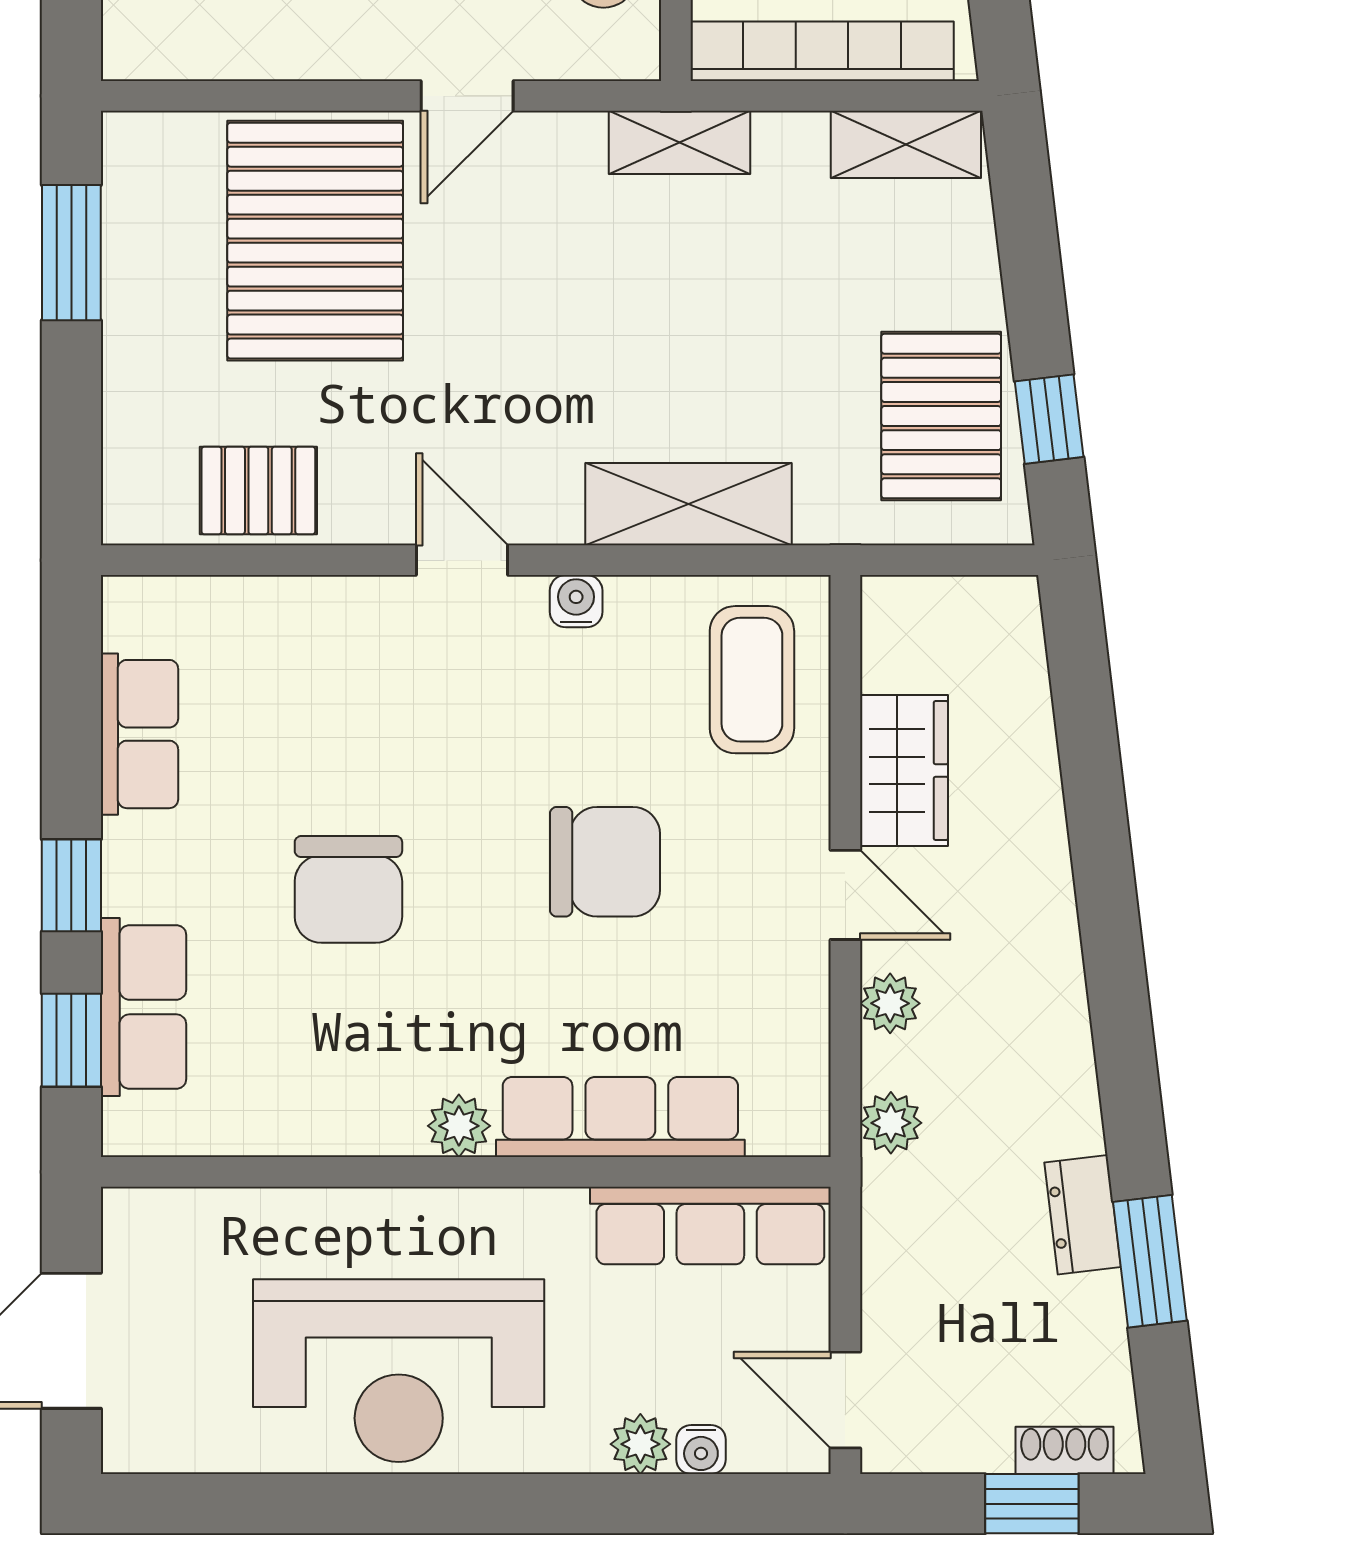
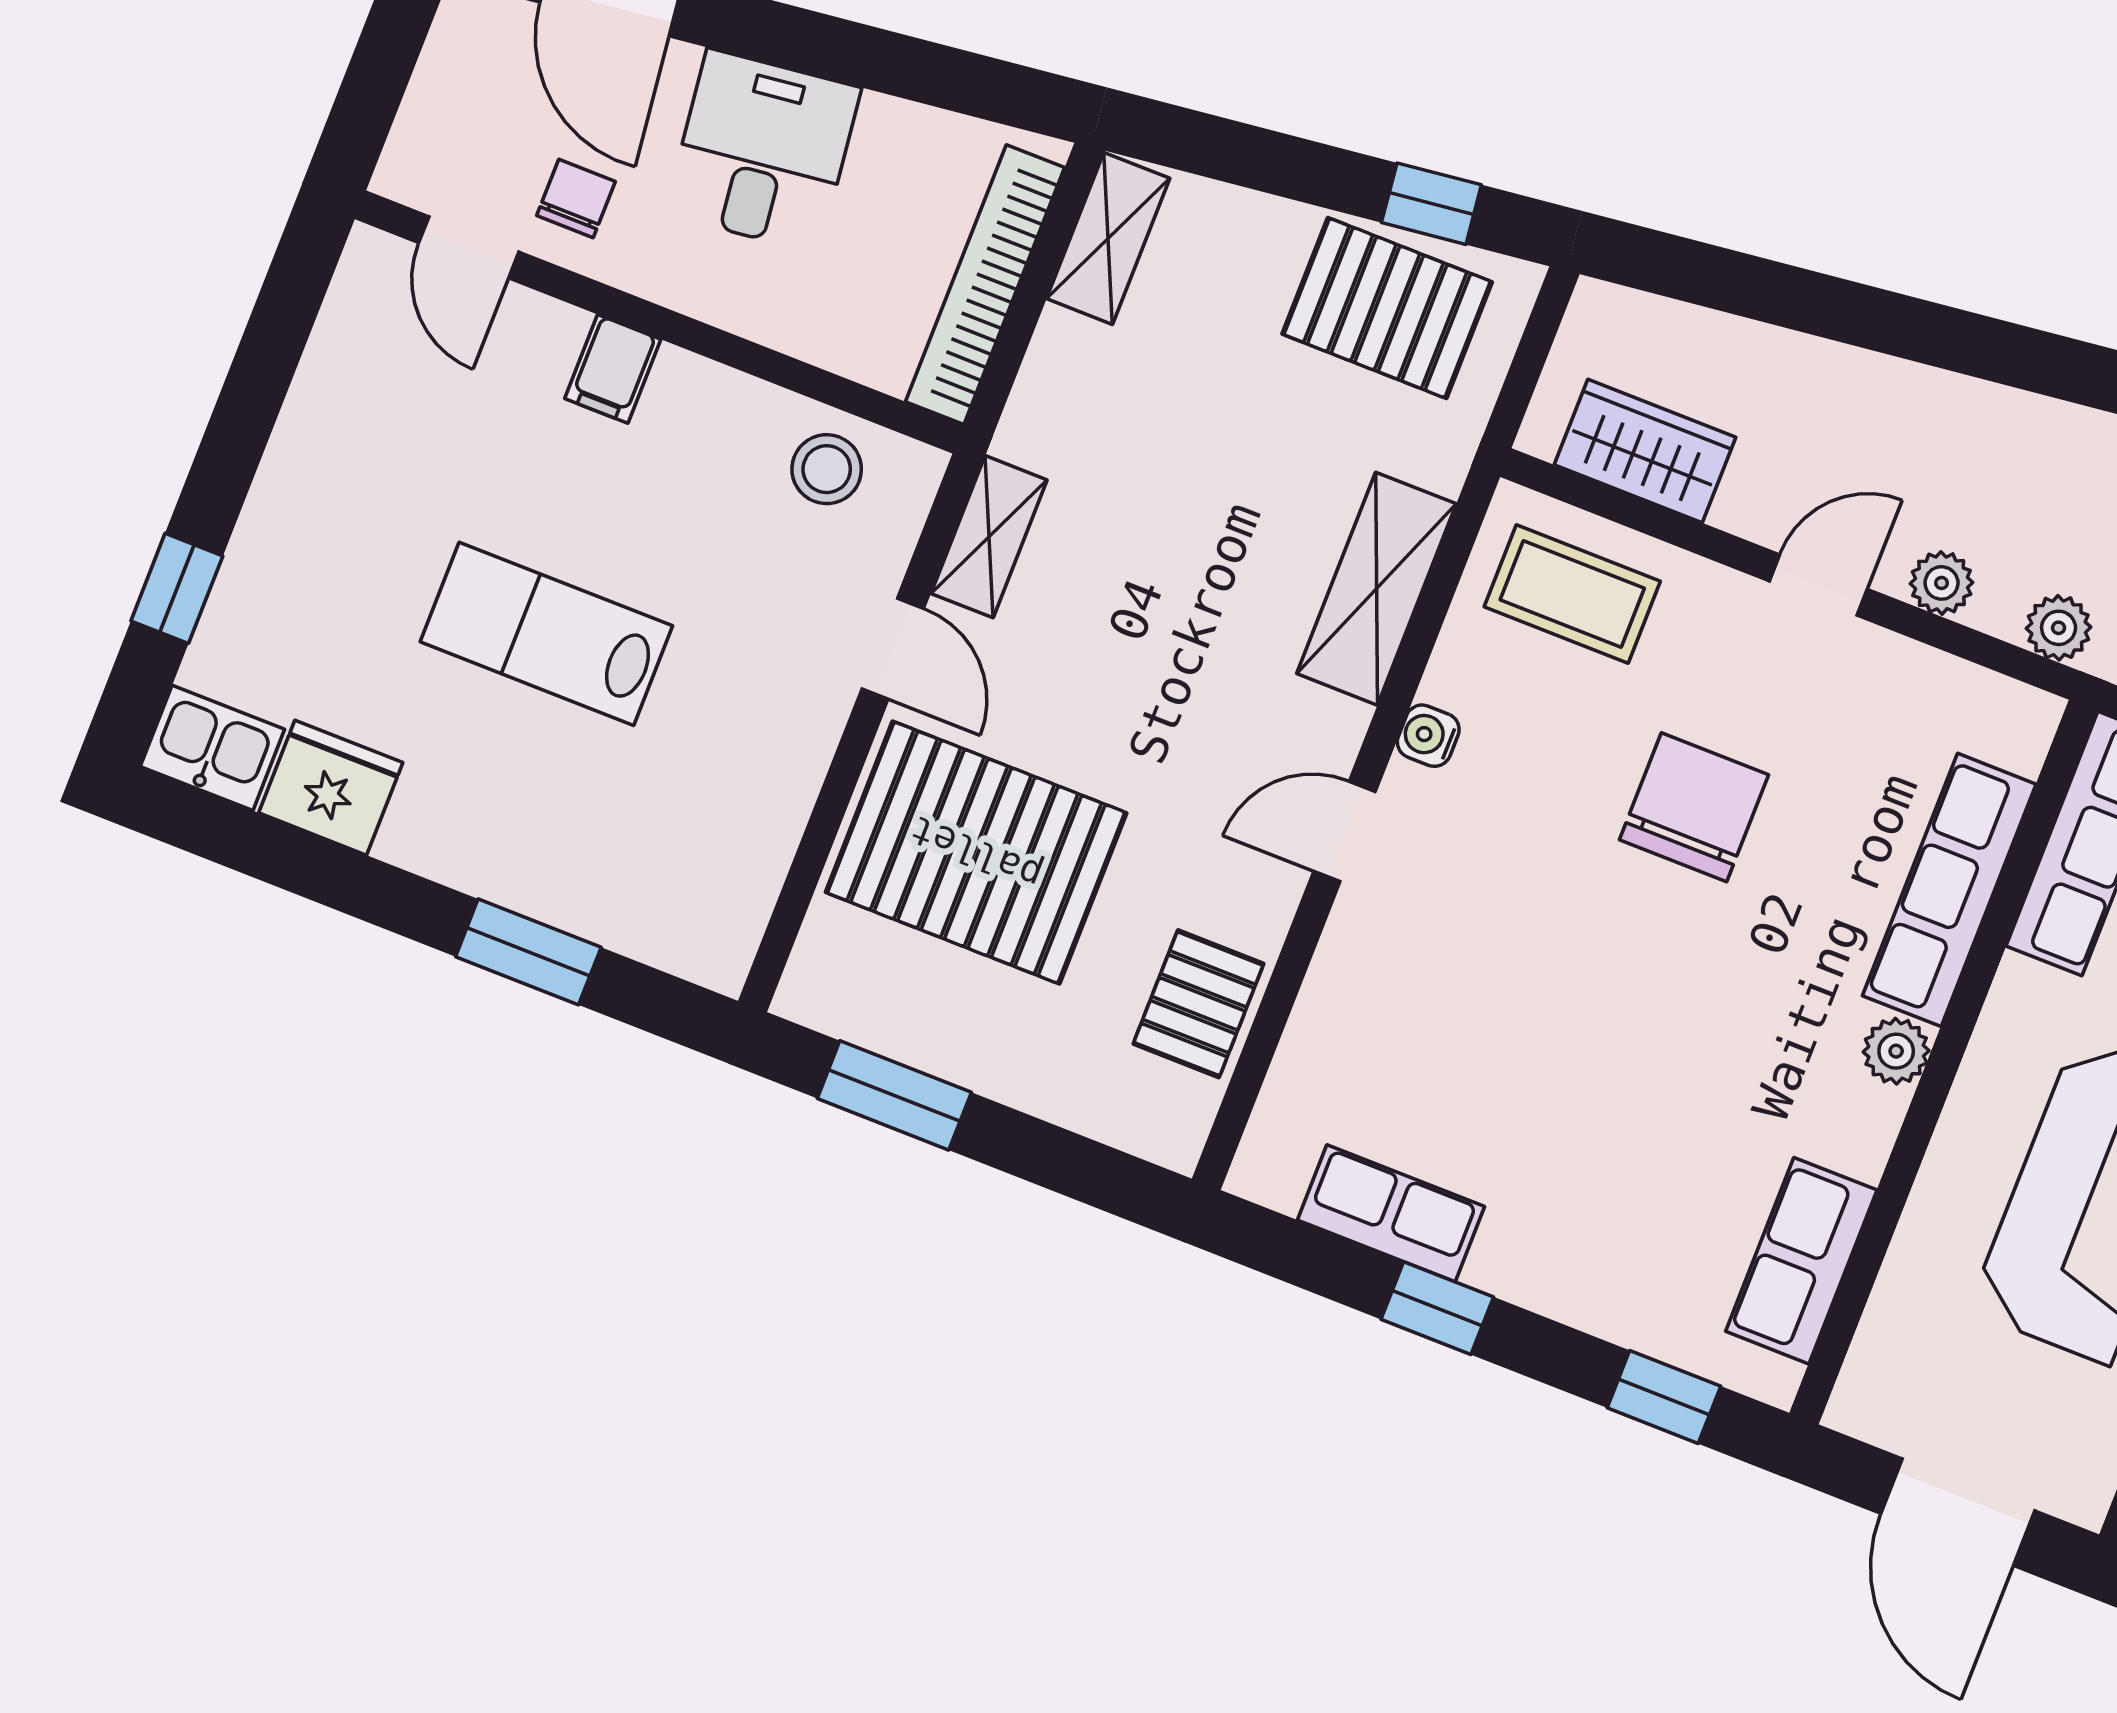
shelving: (679, 142) -> (989, 537), moved
wardrobe: (904, 771) -> (1645, 451), moved
window: (71, 885) -> (1437, 1308), moved
chair: (348, 889) -> (1623, 1068), removed
row of seats: (143, 1007) -> (1801, 1261), moved, turned -90

